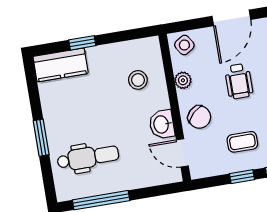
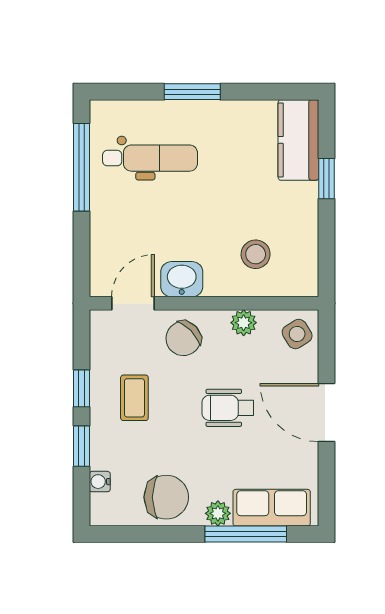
dental chair: (88, 157) -> (150, 158), turned -90

